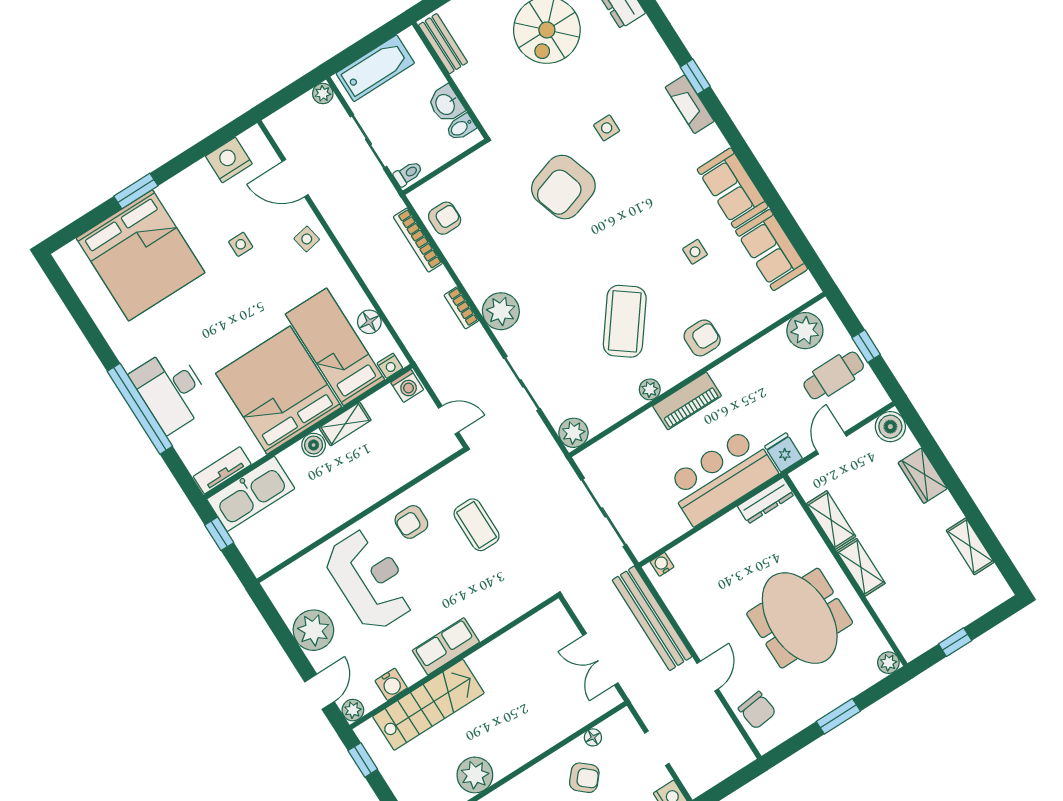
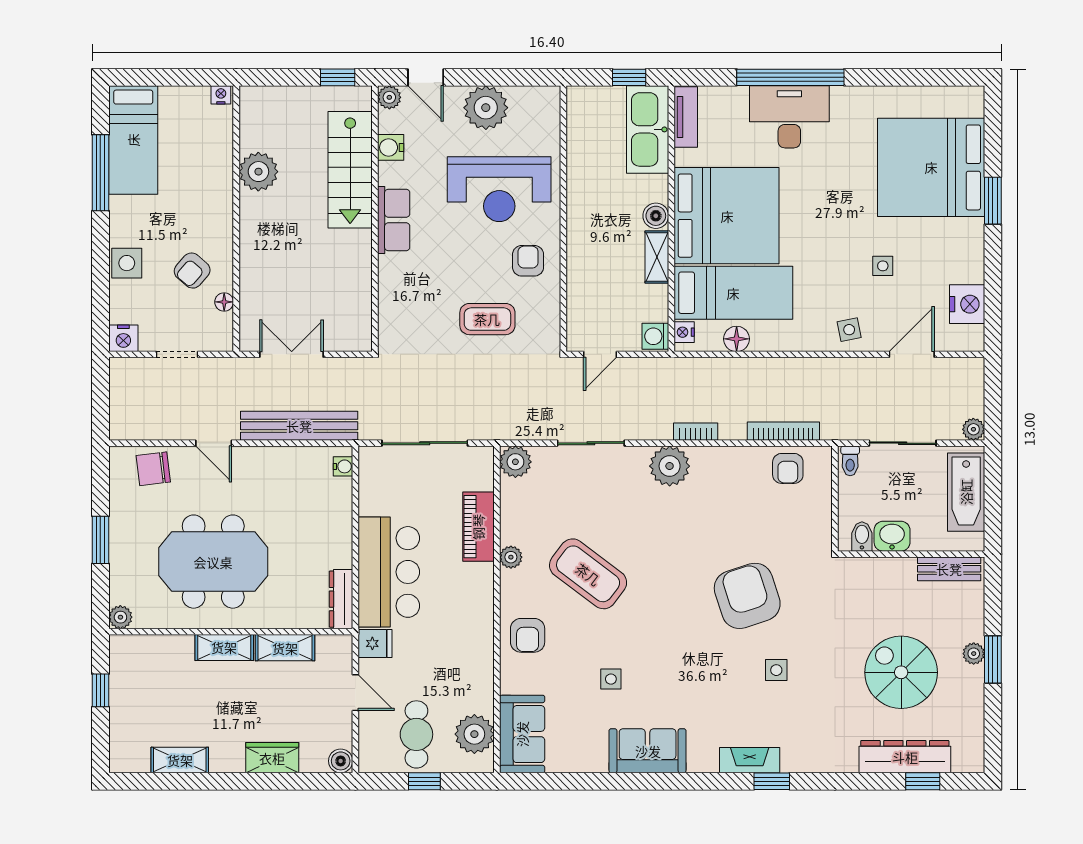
sofa: (772, 250) -> (522, 734), moved, turned 90
piano: (687, 401) -> (478, 527), moved
boiler: (890, 427) -> (341, 761), width x0.73, depth x0.73

